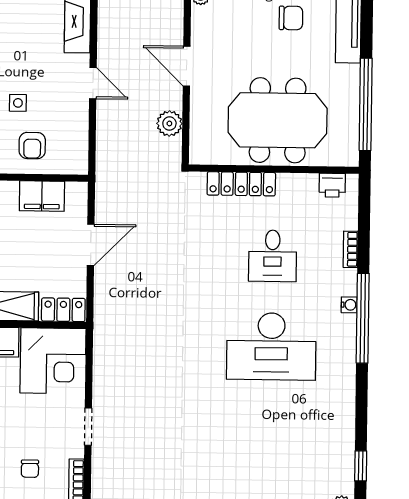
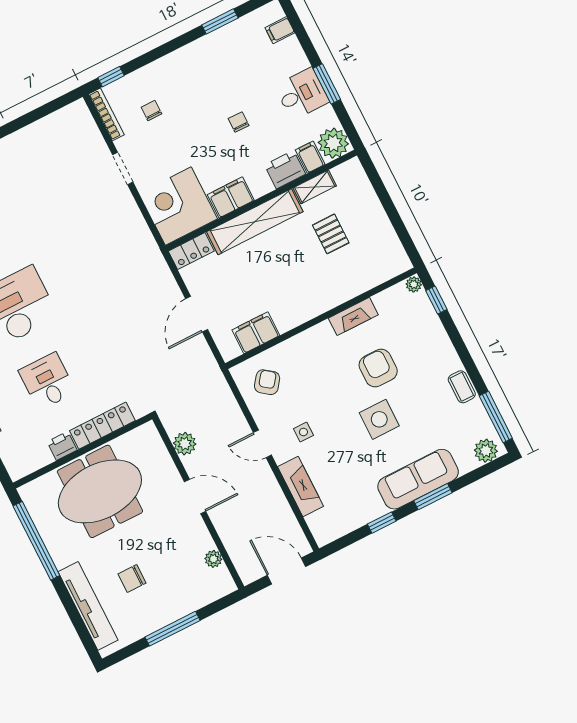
side table: (18, 103) -> (303, 432), moved
armchair: (32, 146) -> (267, 382), moved, turned 37
printer: (332, 185) -> (62, 446), moved

